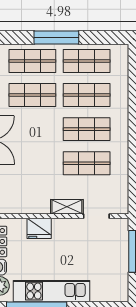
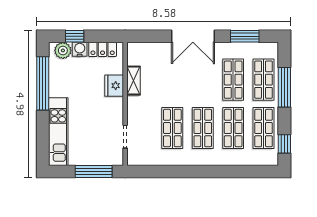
window: (56, 38) -> (284, 87), moved
window: (104, 38) -> (284, 144), added
shelving: (67, 207) -> (134, 81), moved
kitchen unit: (51, 291) -> (58, 132), moved

